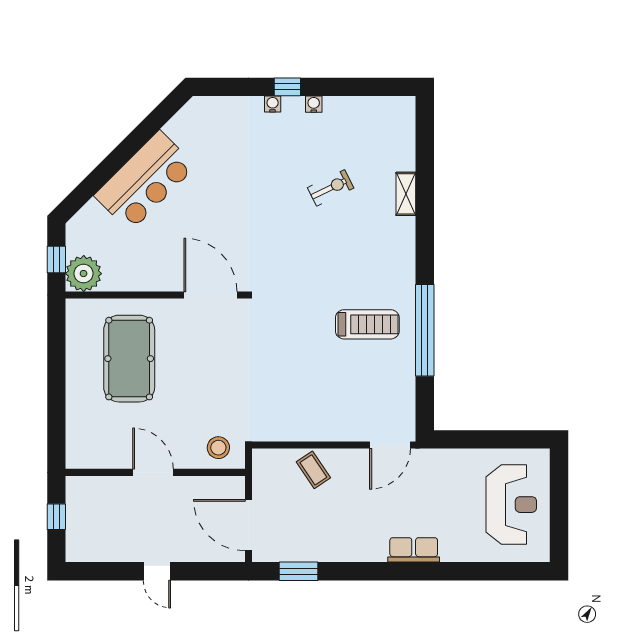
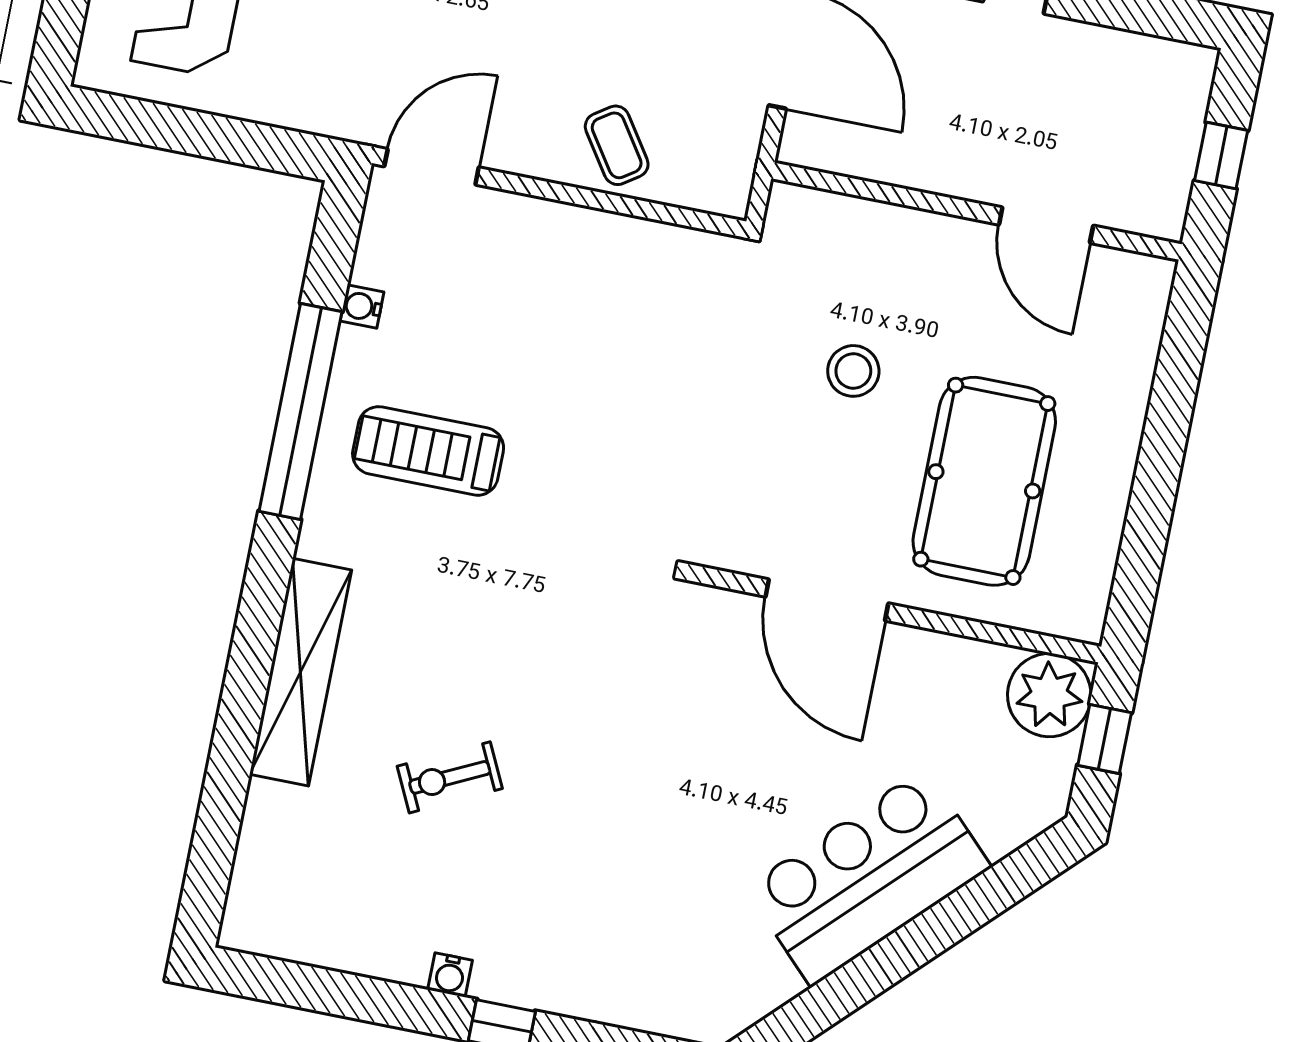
water cooler: (273, 104) -> (362, 307), moved, turned 90
shelving: (406, 194) -> (301, 672), width x2.20, depth x1.33
door: (210, 295) -> (827, 600), moved
stool: (218, 448) -> (853, 371), moved
door: (153, 472) -> (1046, 225), moved

